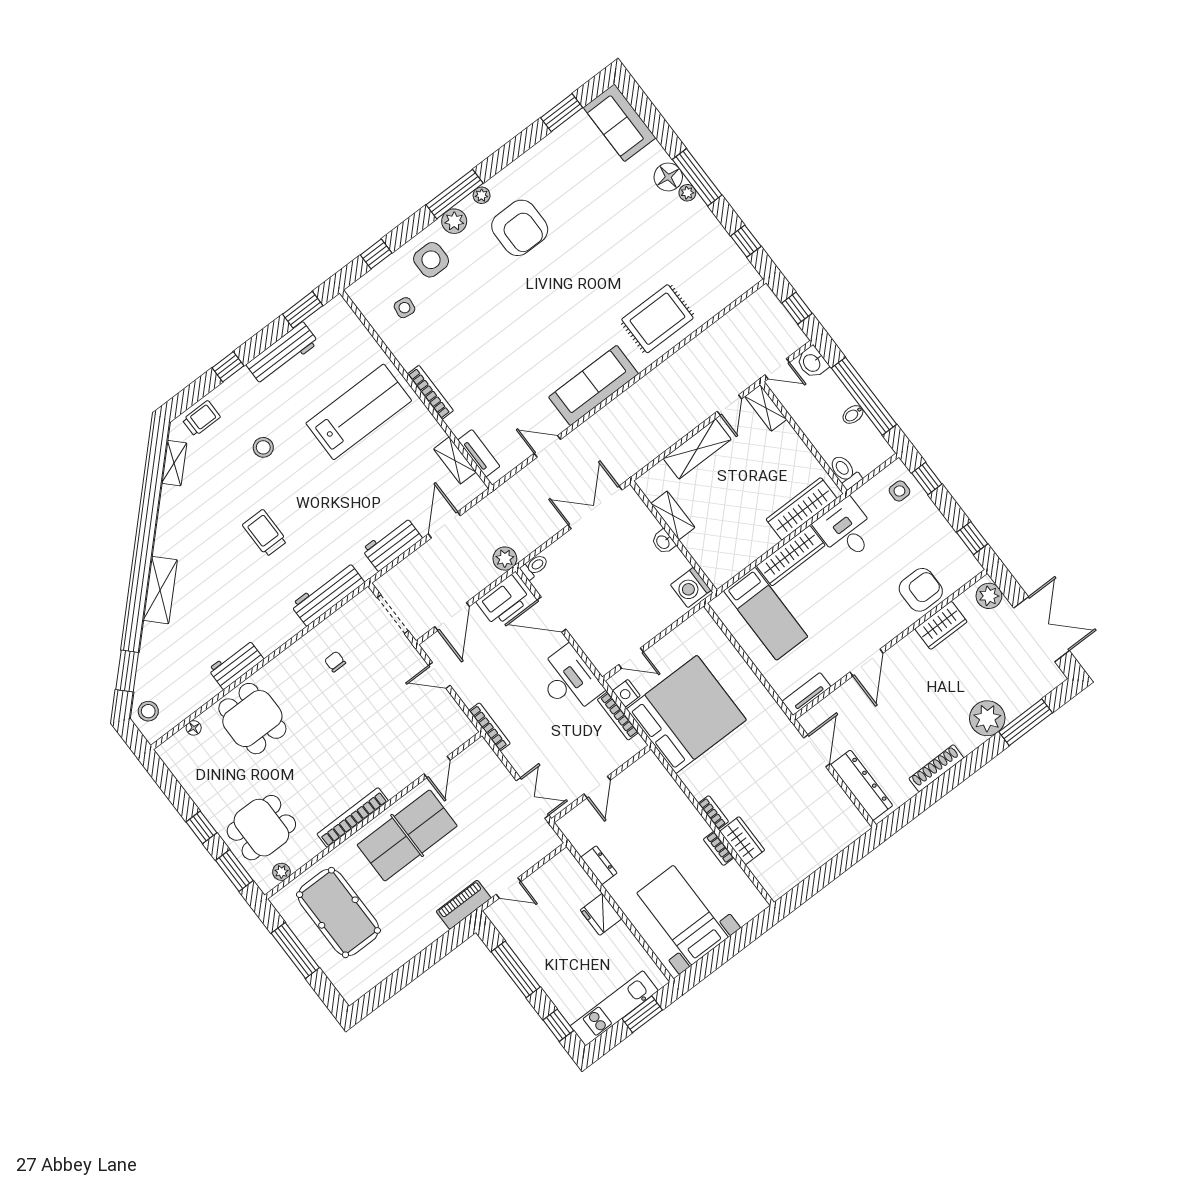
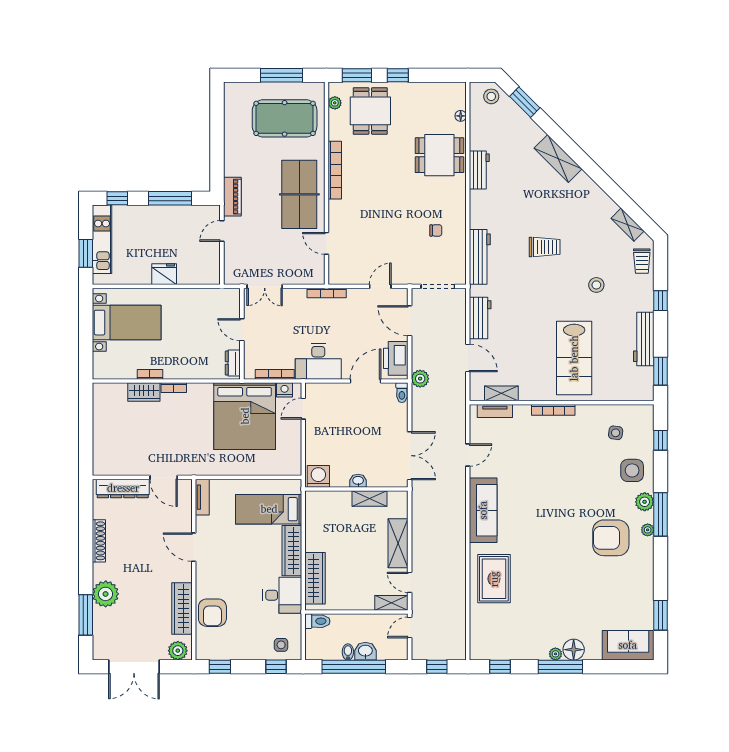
washbasin: (812, 363) -> (365, 651), moved
wardrobe: (941, 625) -> (182, 609), width x1.50
dresser: (599, 865) -> (233, 363), moved, turned 90

